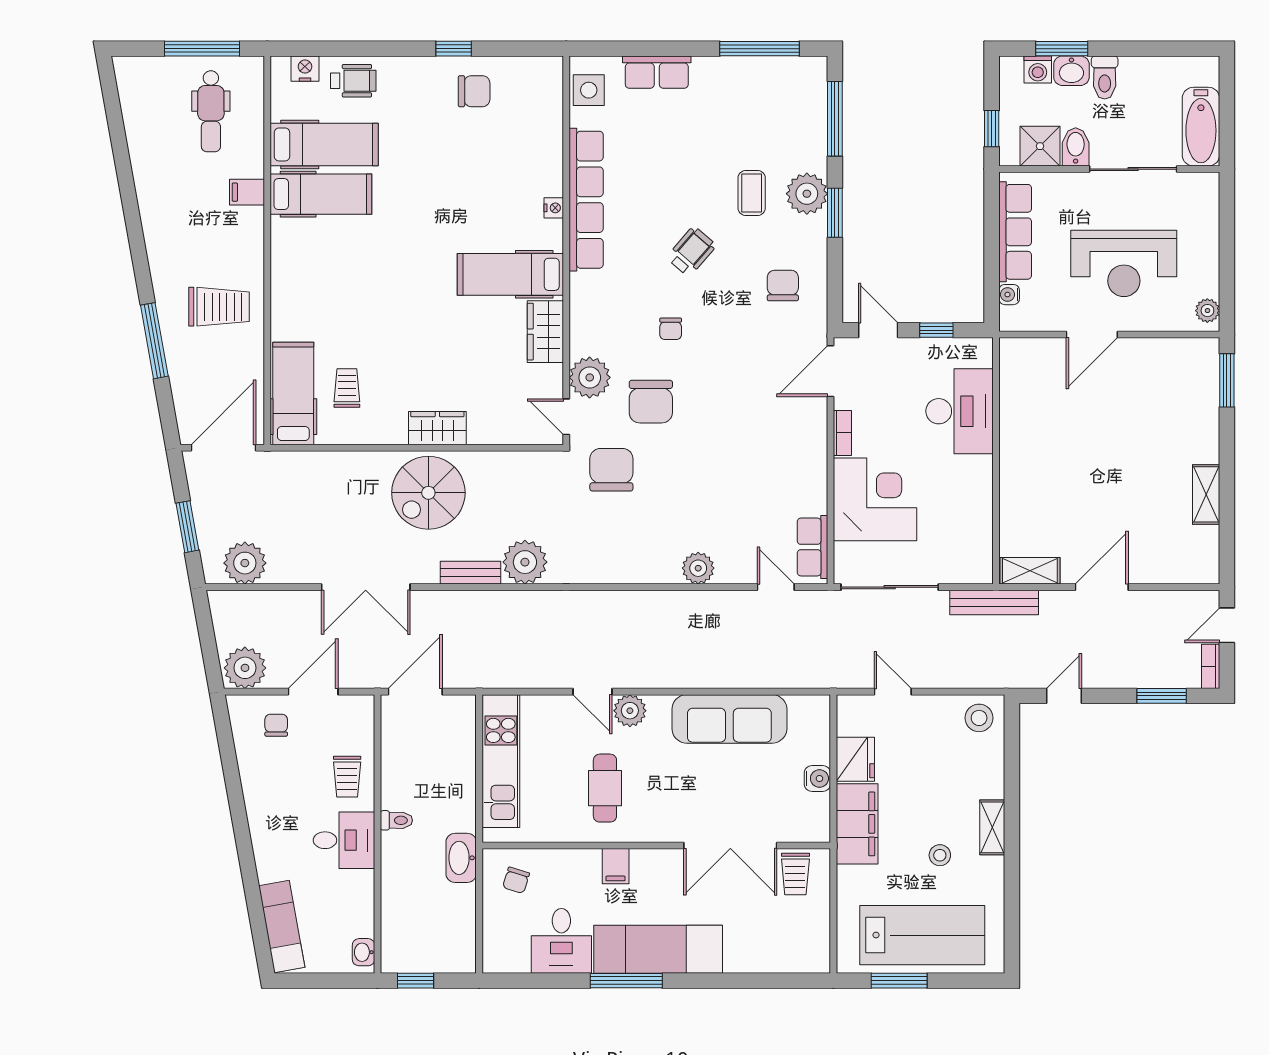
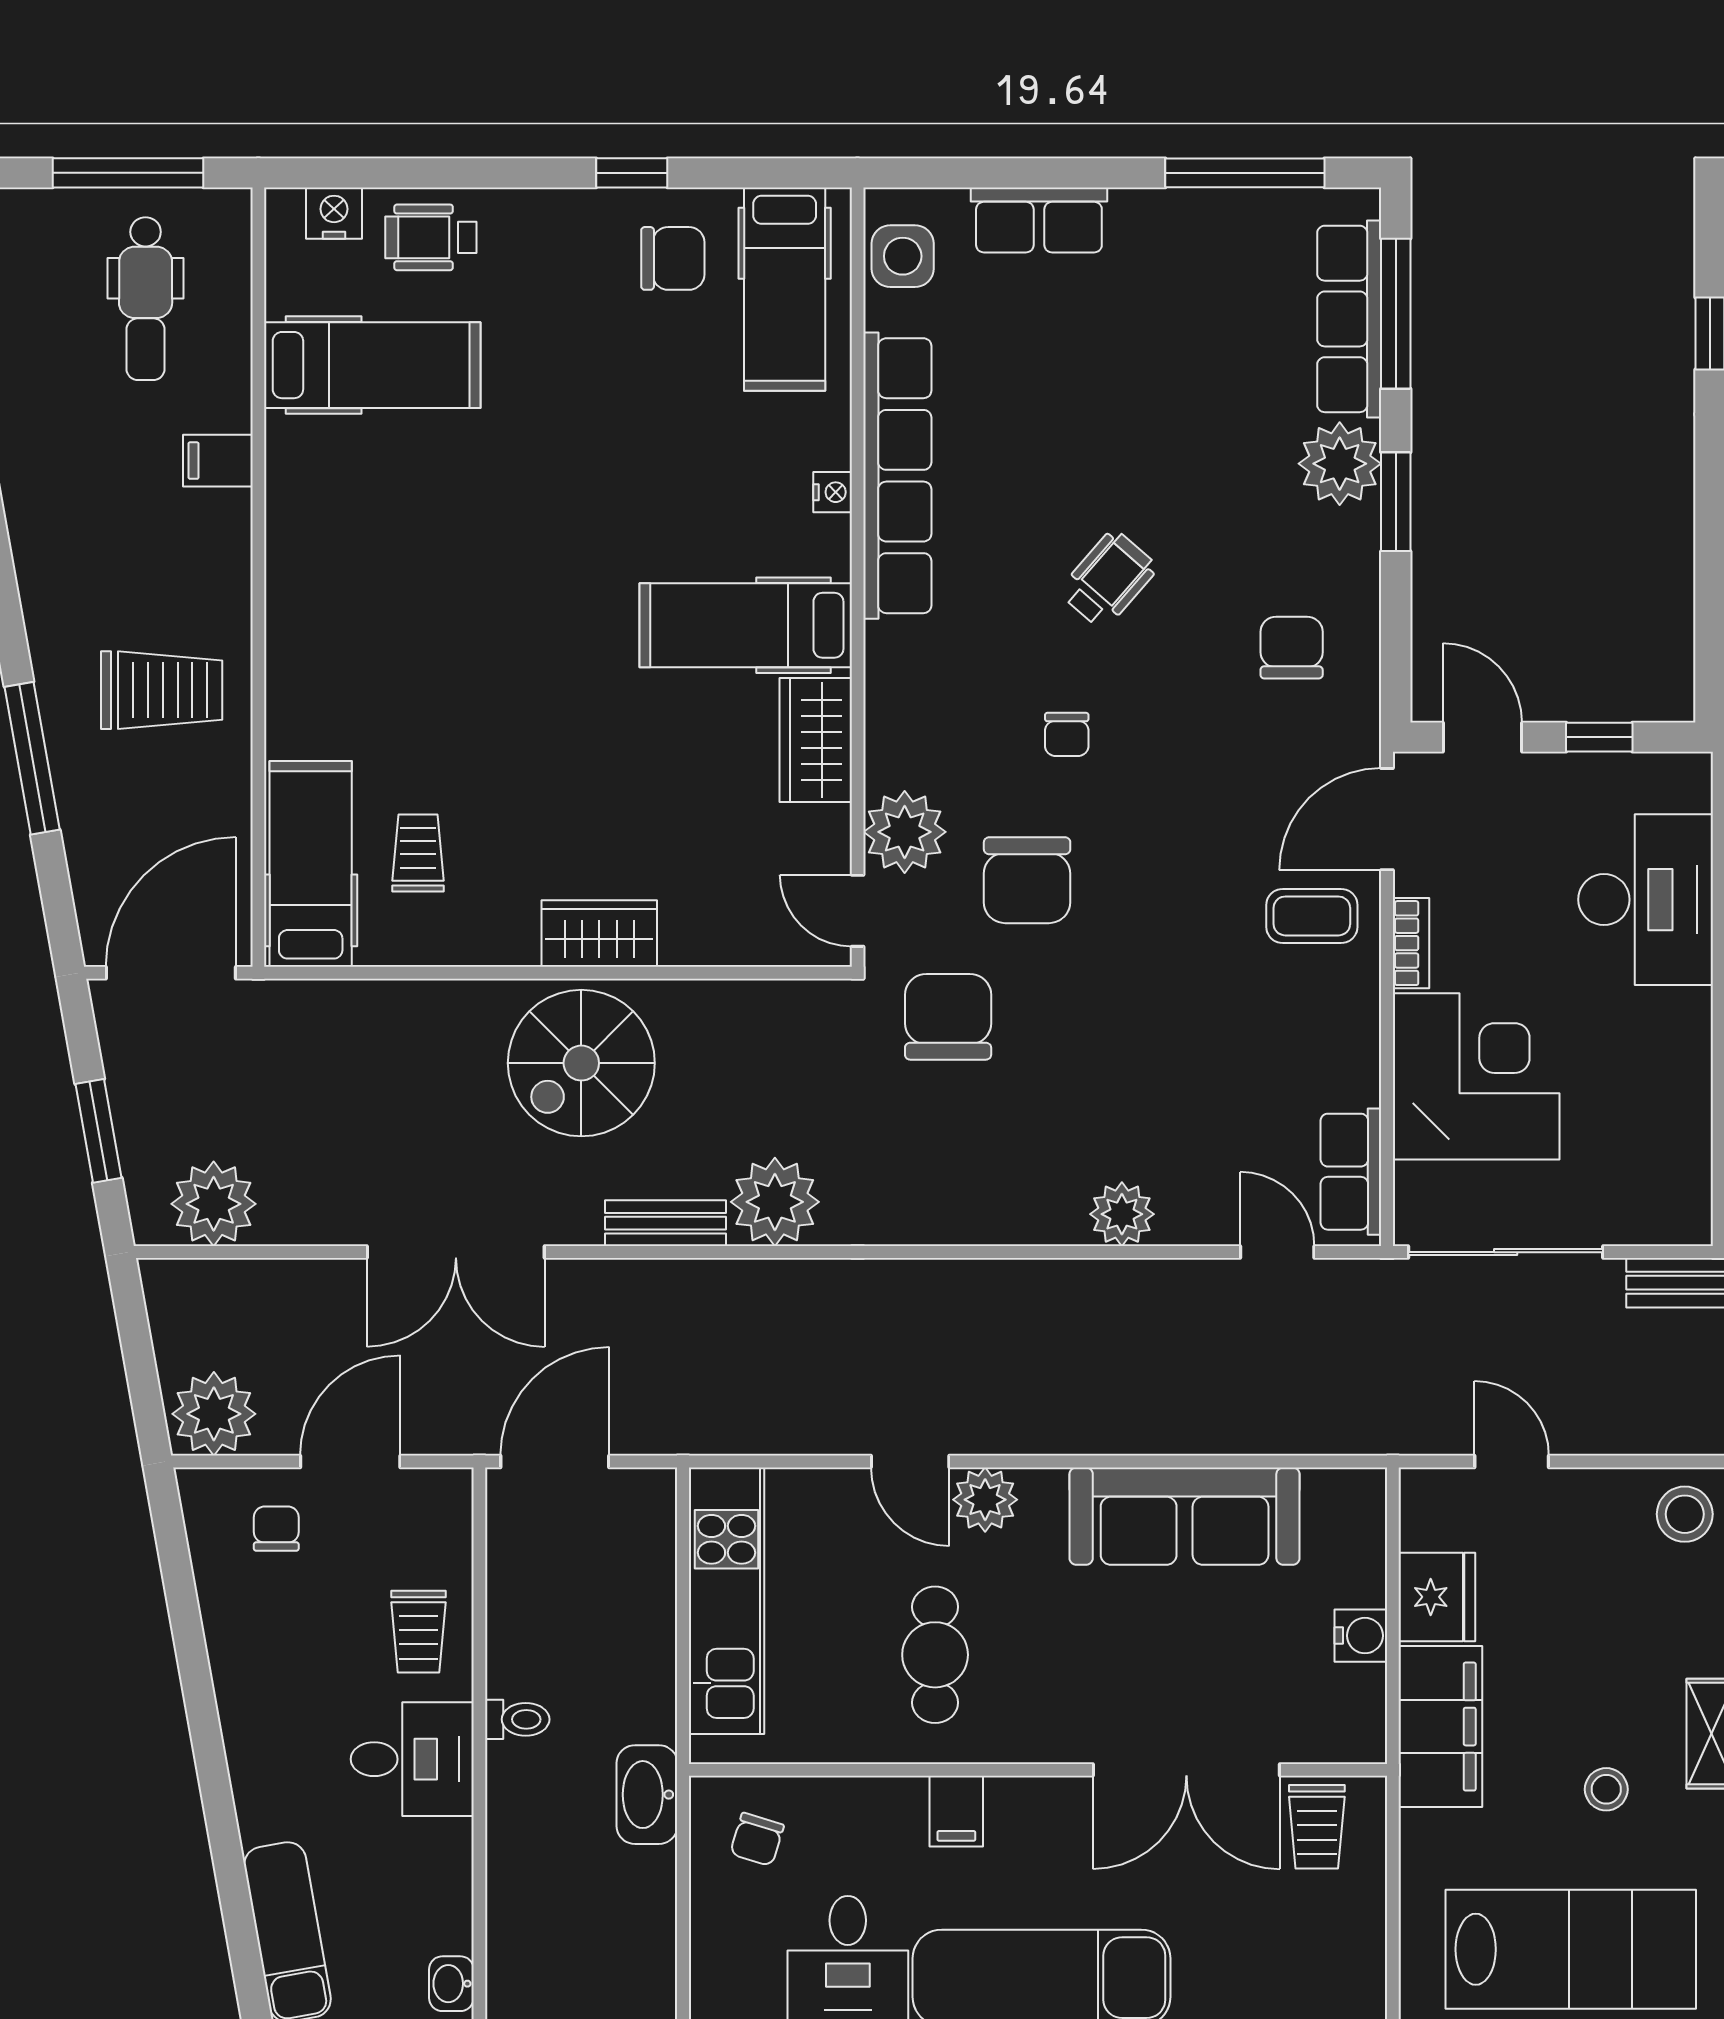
wheelchair: (353, 81) -> (431, 237), turned 180
row of seats: (812, 121) -> (1349, 319), added
coffee table: (752, 193) -> (1312, 916), moved, turned 90
hospital bed: (321, 194) -> (785, 289), moved, turned 90

